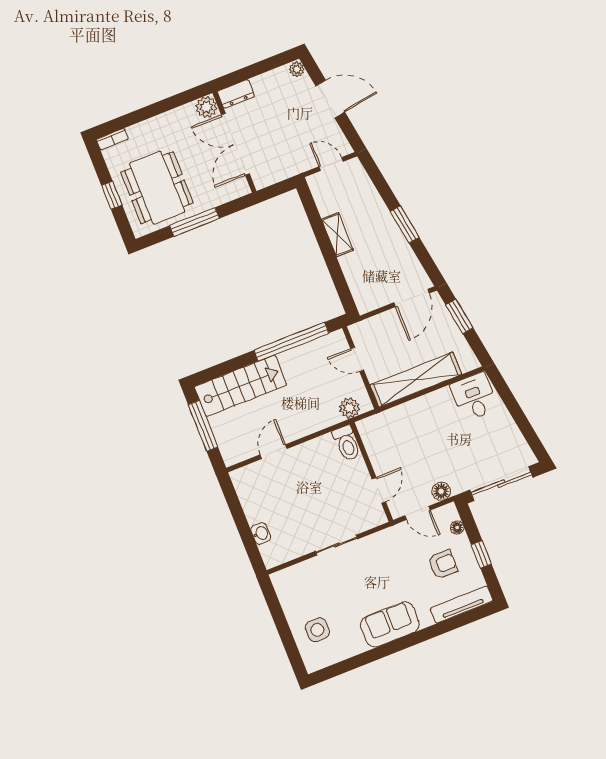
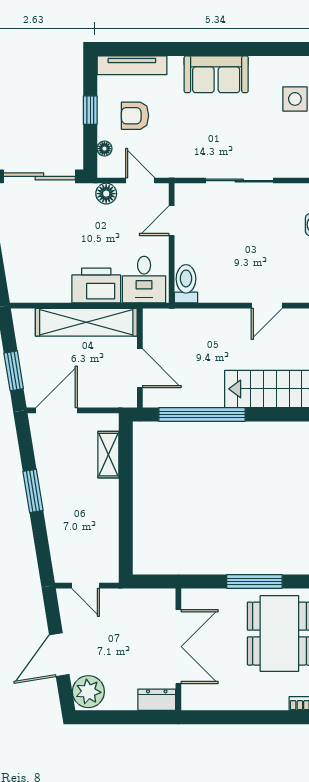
plant: (297, 69) -> (88, 692), width x1.87, depth x1.87
door: (330, 99) -> (59, 655), hinge flipped
plant: (206, 107) -> (194, 698), removed
shelving: (337, 235) -> (108, 455), moved
door: (357, 359) -> (140, 368), width x1.38
desk: (474, 397) -> (144, 280), moved
plant: (349, 408) -> (168, 320), removed
printer: (420, 413) -> (96, 285), added
sliding door: (337, 545) -> (239, 181), width x1.37

